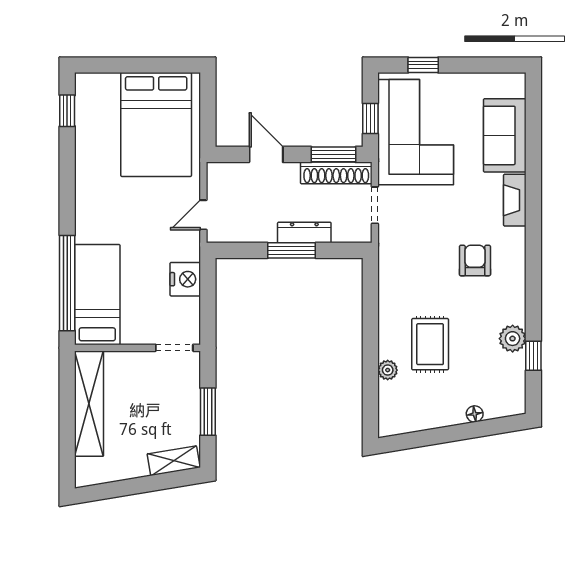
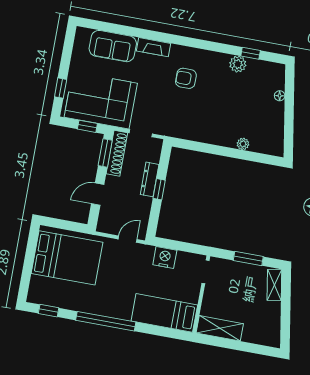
door: (203, 215) -> (128, 239), swing flipped
window: (292, 250) -> (159, 189), width x0.67
window: (67, 283) -> (106, 321), moved
rug: (430, 344) -> (232, 115), removed
shelving: (89, 404) -> (220, 328), width x0.68

